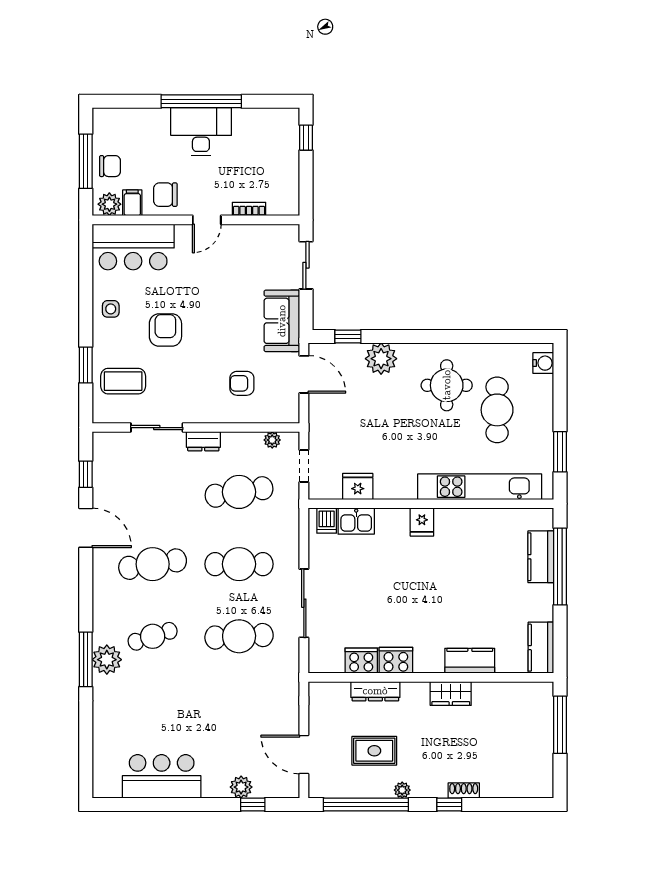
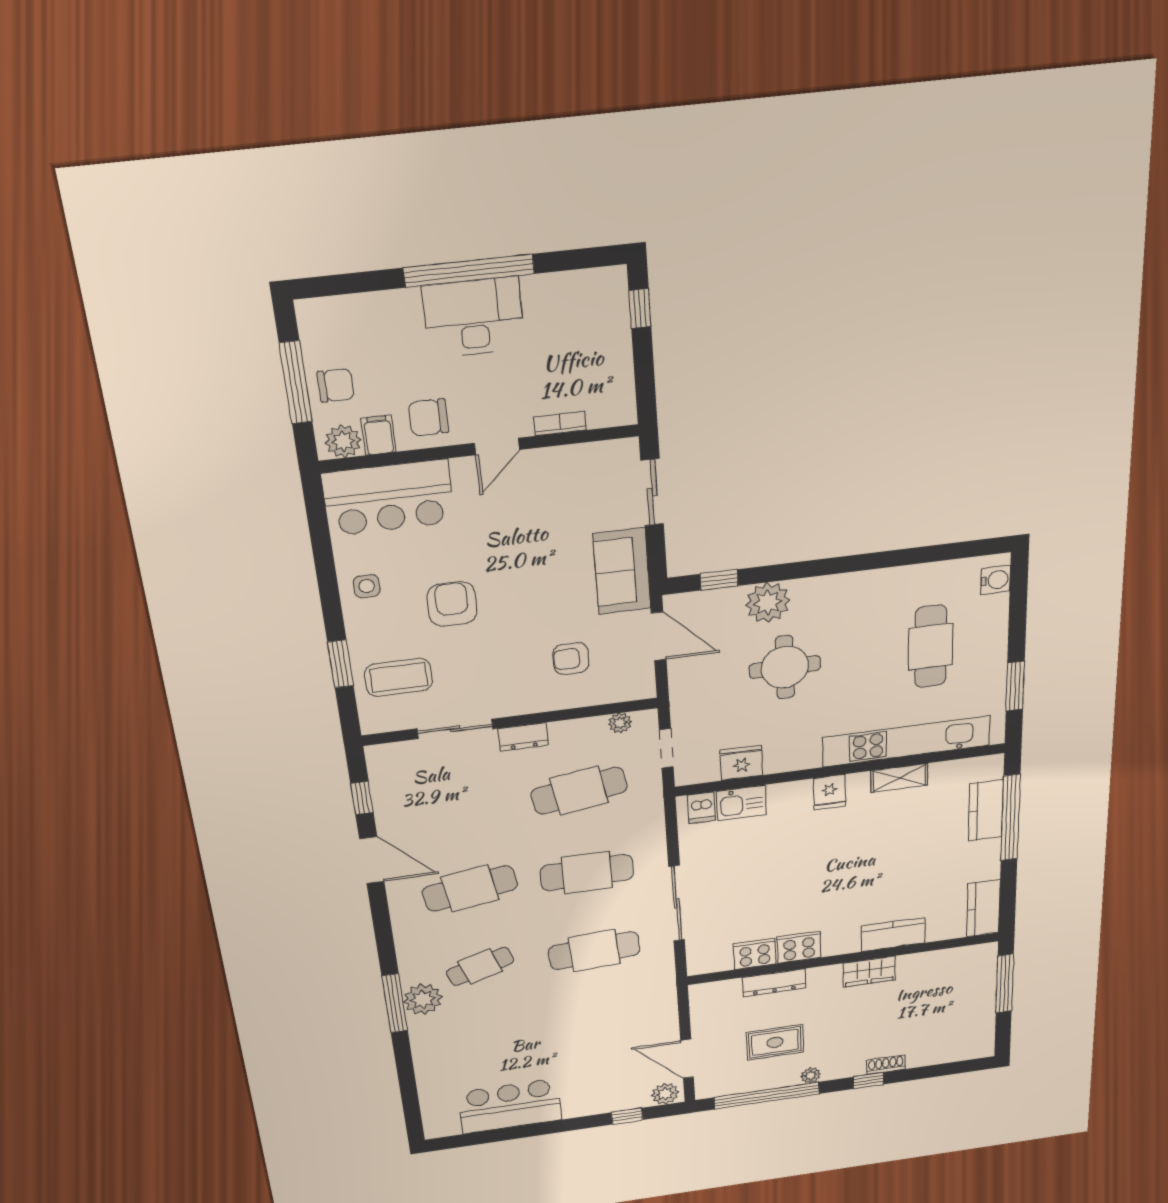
round table: (447, 385) -> (785, 667), moved
shelving: (474, 518) -> (899, 778), added
plant: (241, 787) -> (665, 1094), moved

